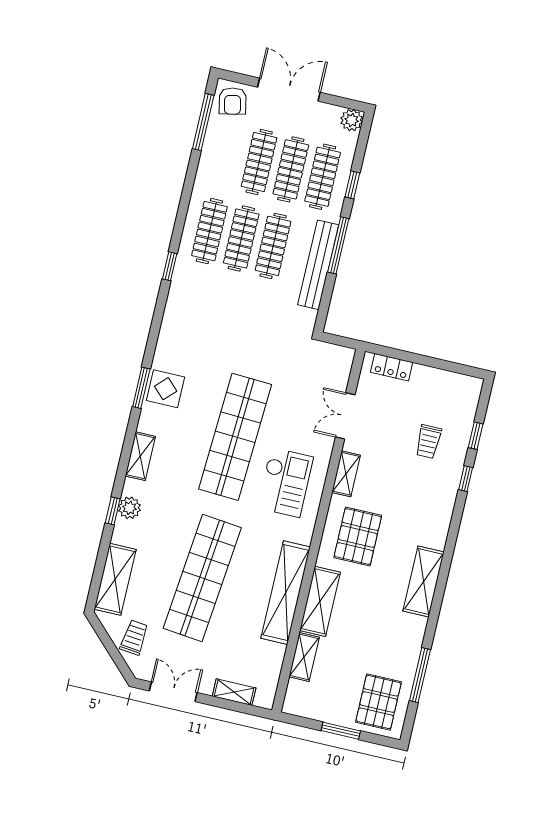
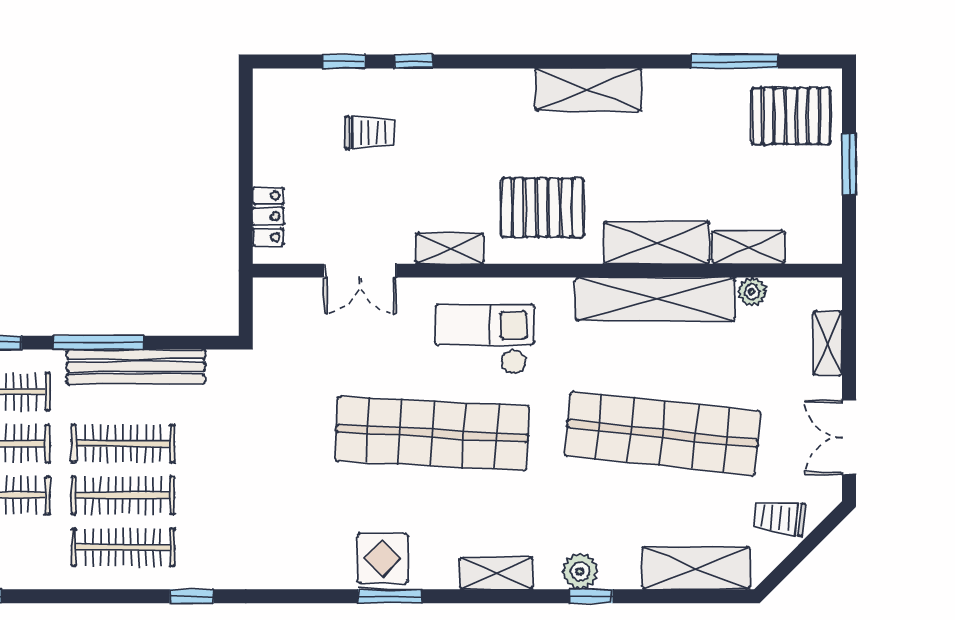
plant: (276, 653) -> (752, 292), added

